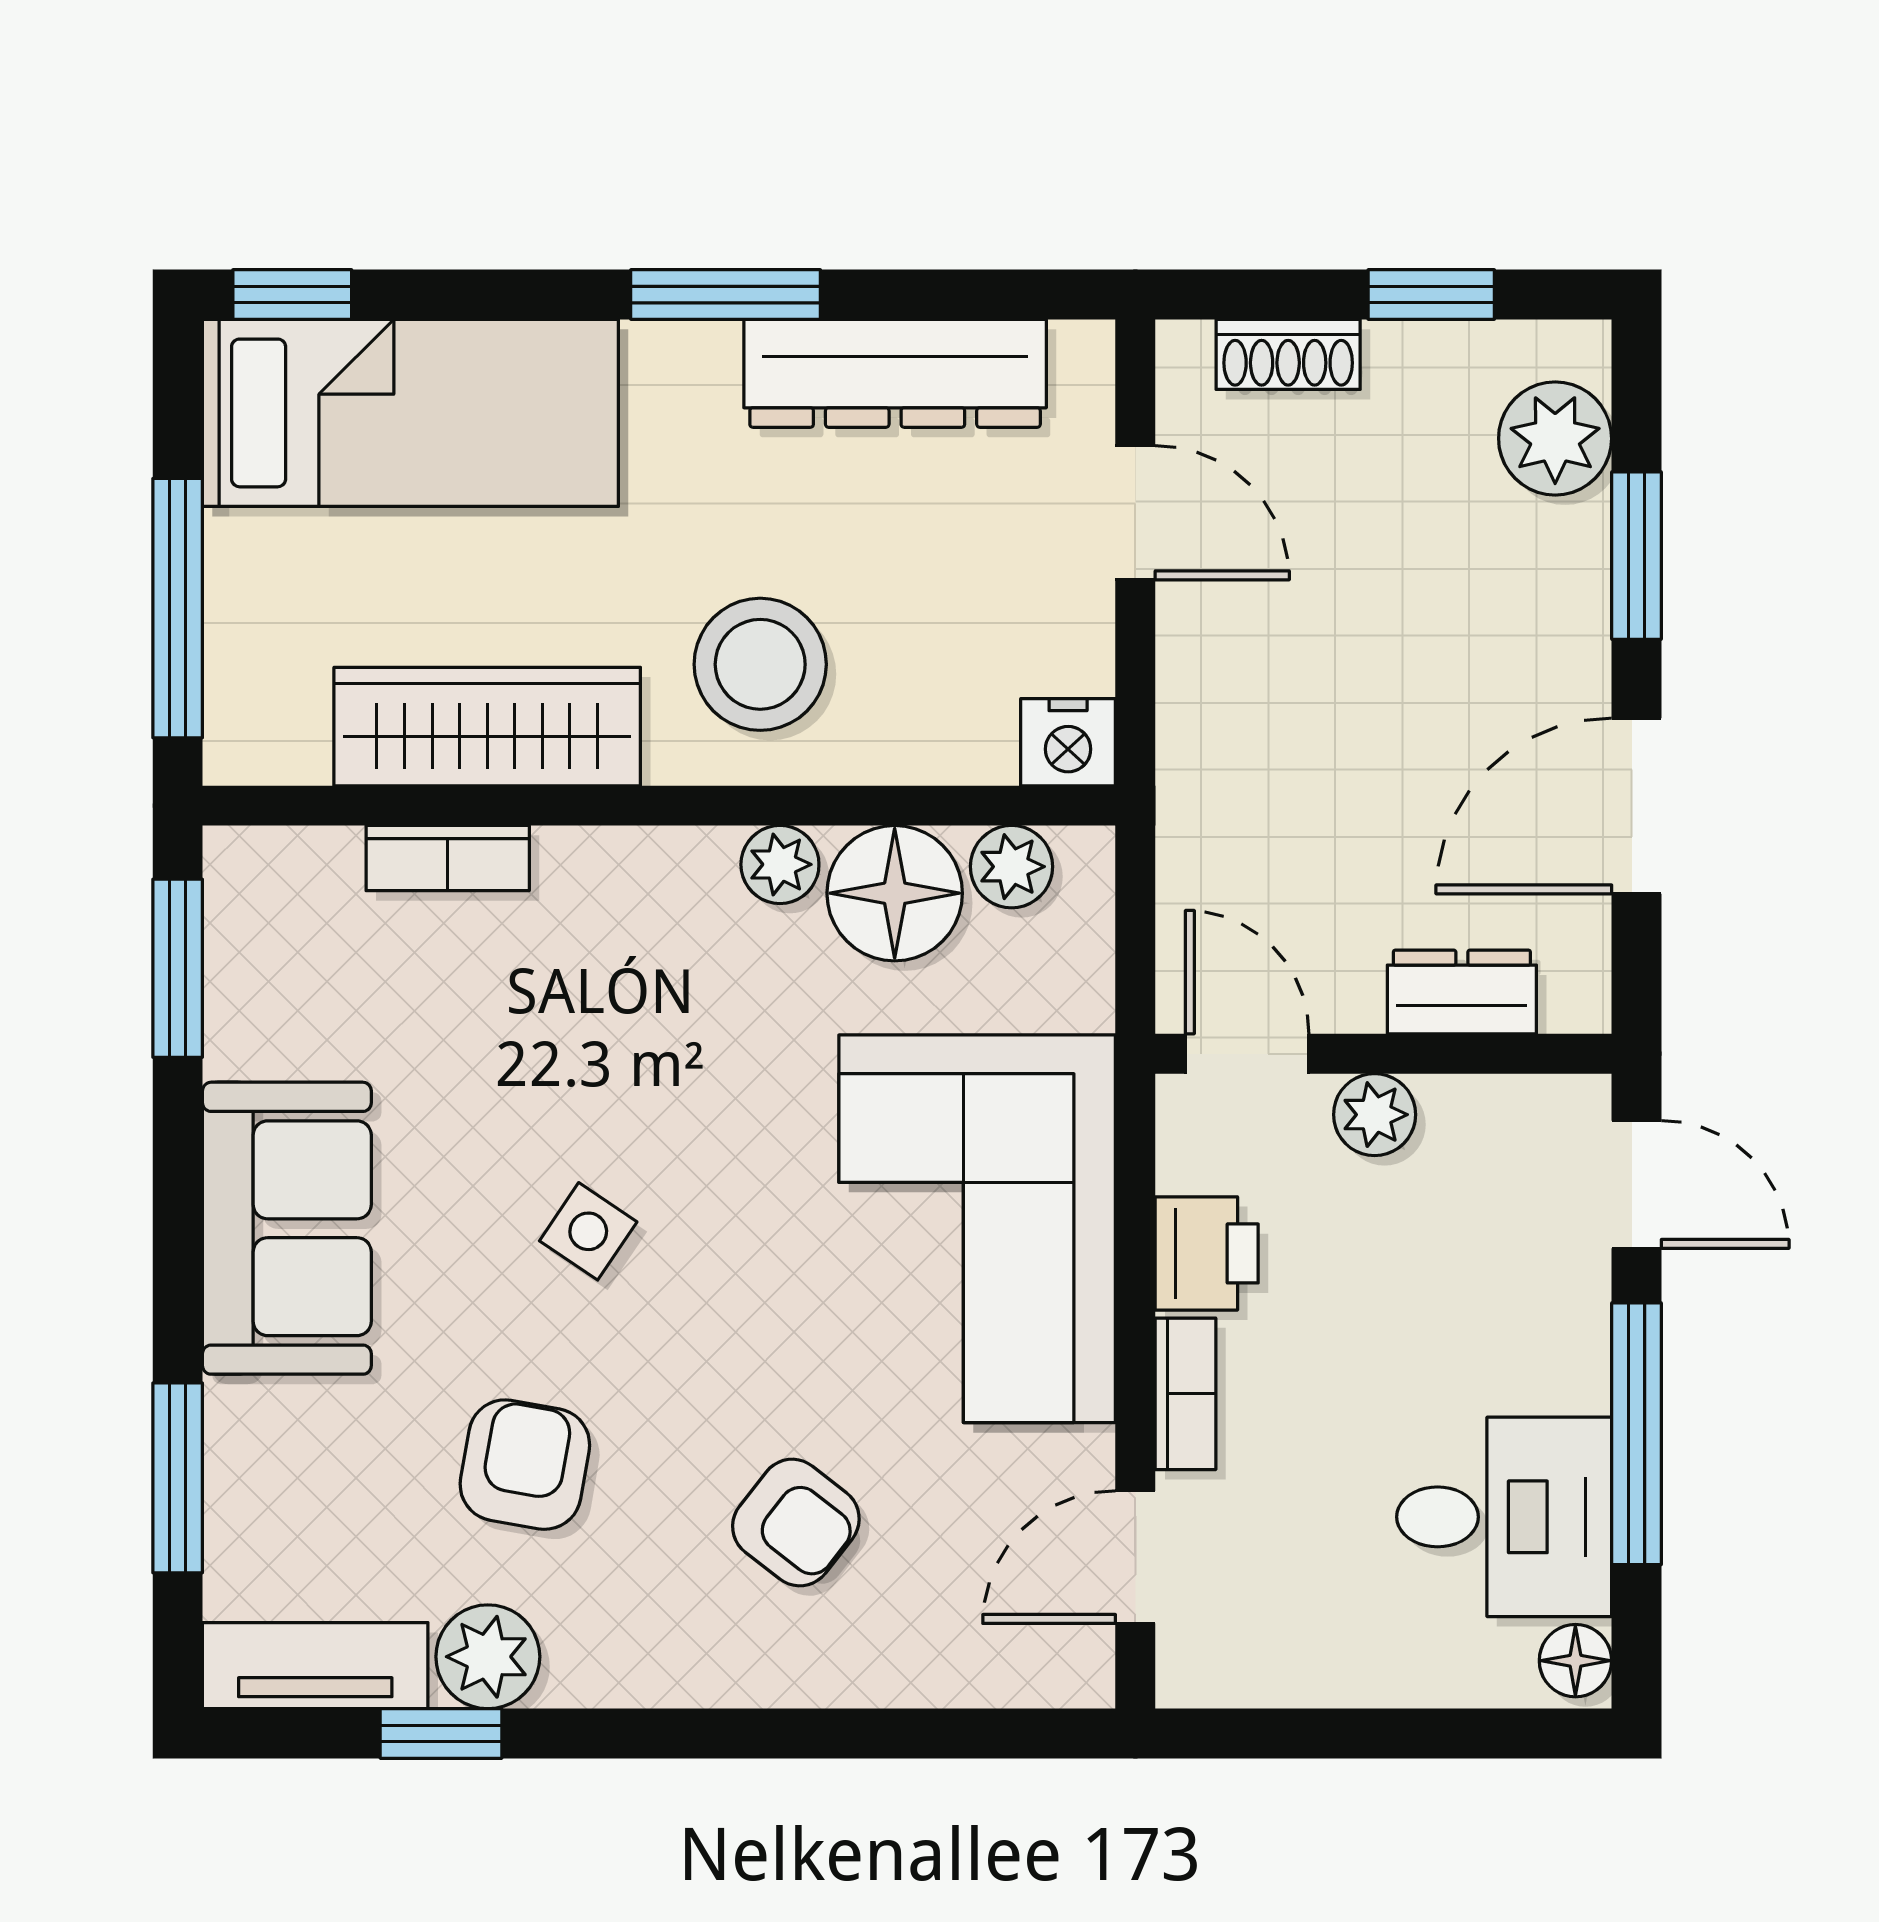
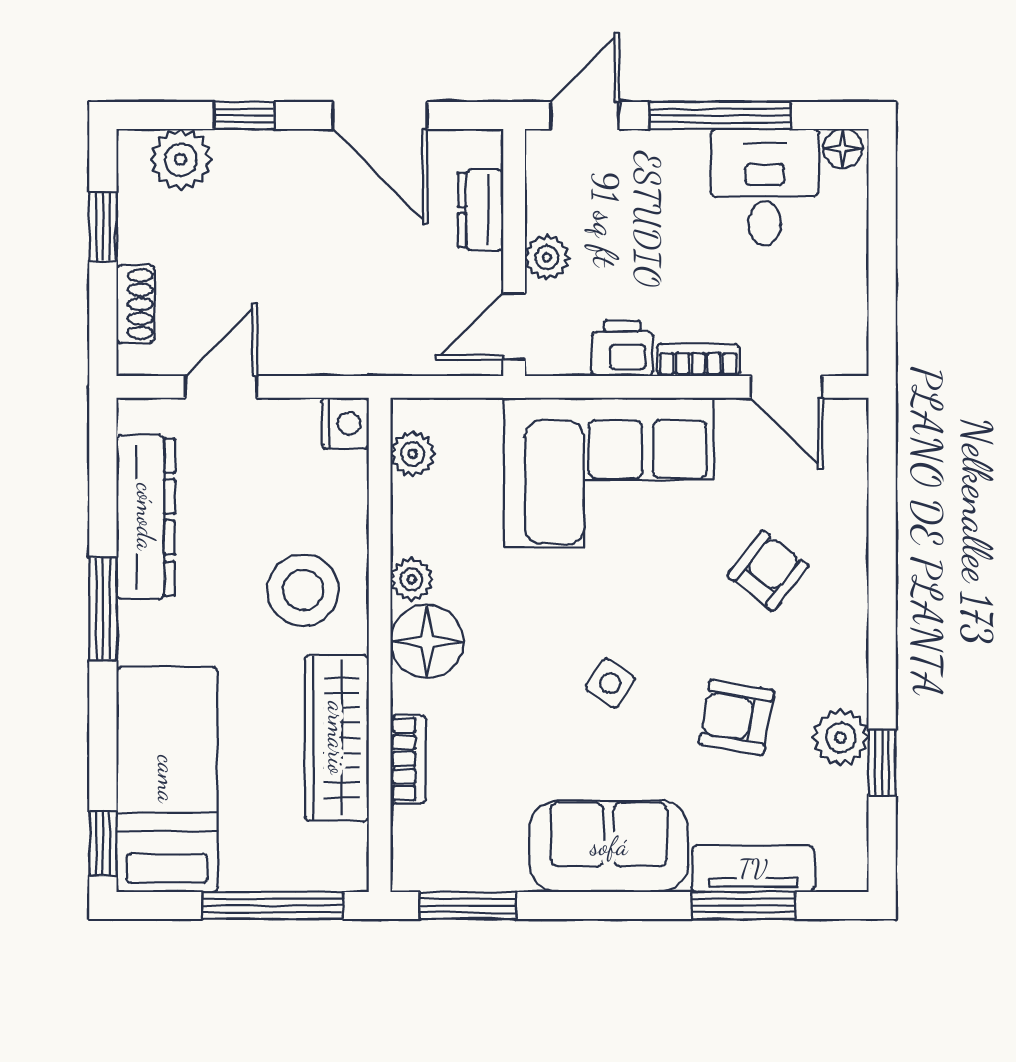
window: (1636, 556) -> (244, 115), width x0.67
floor lamp: (895, 893) -> (427, 641), moved
tv unit: (315, 1666) -> (753, 869), moved, turned 90

